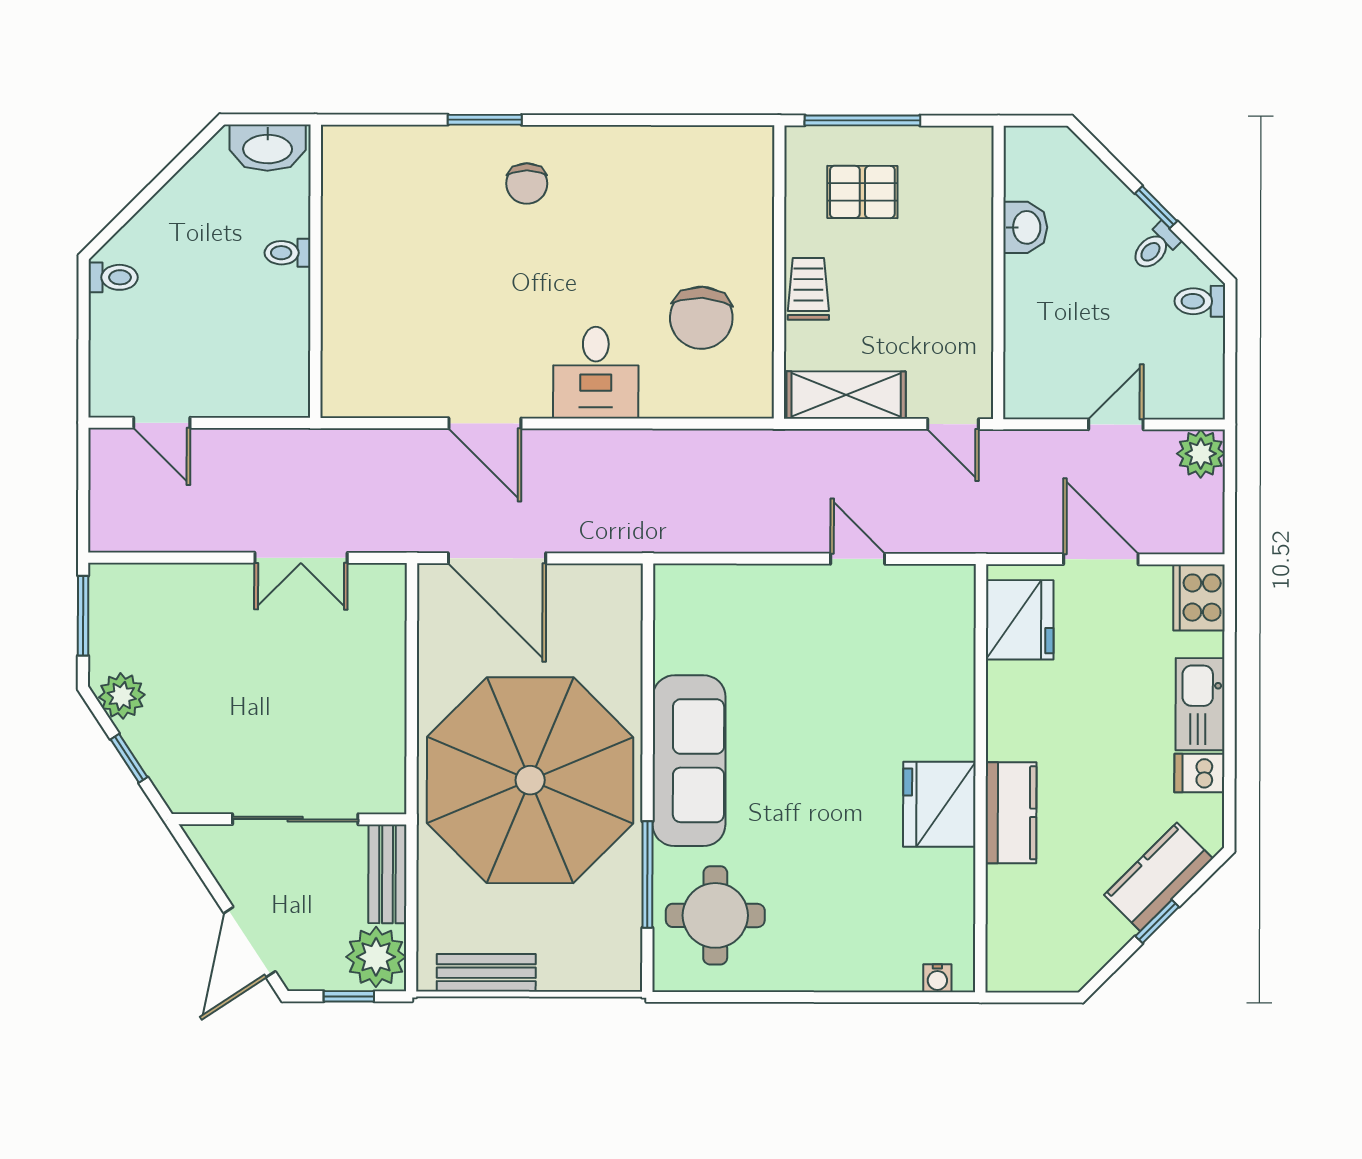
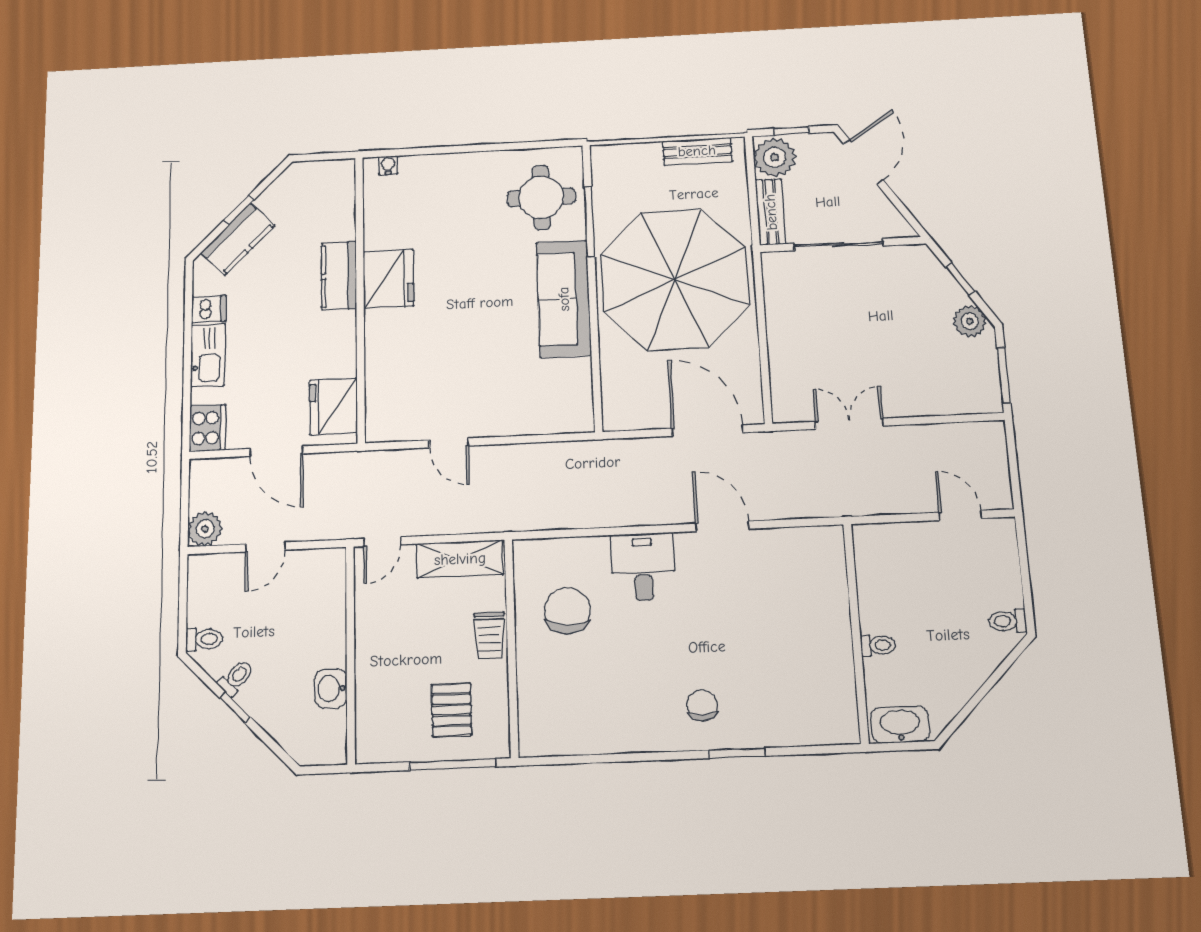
pallet: (862, 192) -> (452, 710), turned 90
door: (953, 424) -> (382, 542), swing flipped

